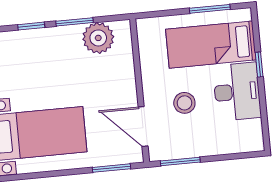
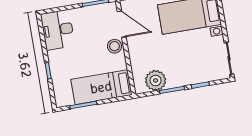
bed: (211, 45) -> (101, 87), moved, turned 180
desk: (237, 92) -> (58, 30), moved
stool: (184, 103) -> (114, 46), moved

